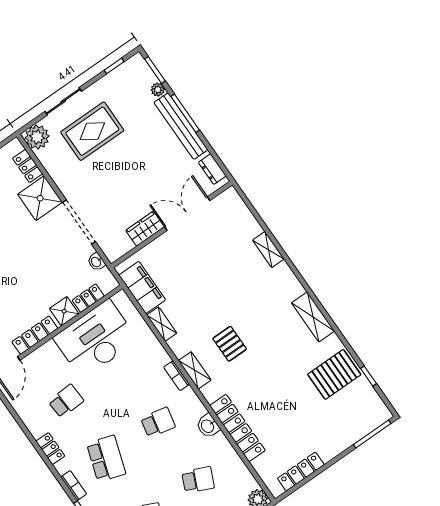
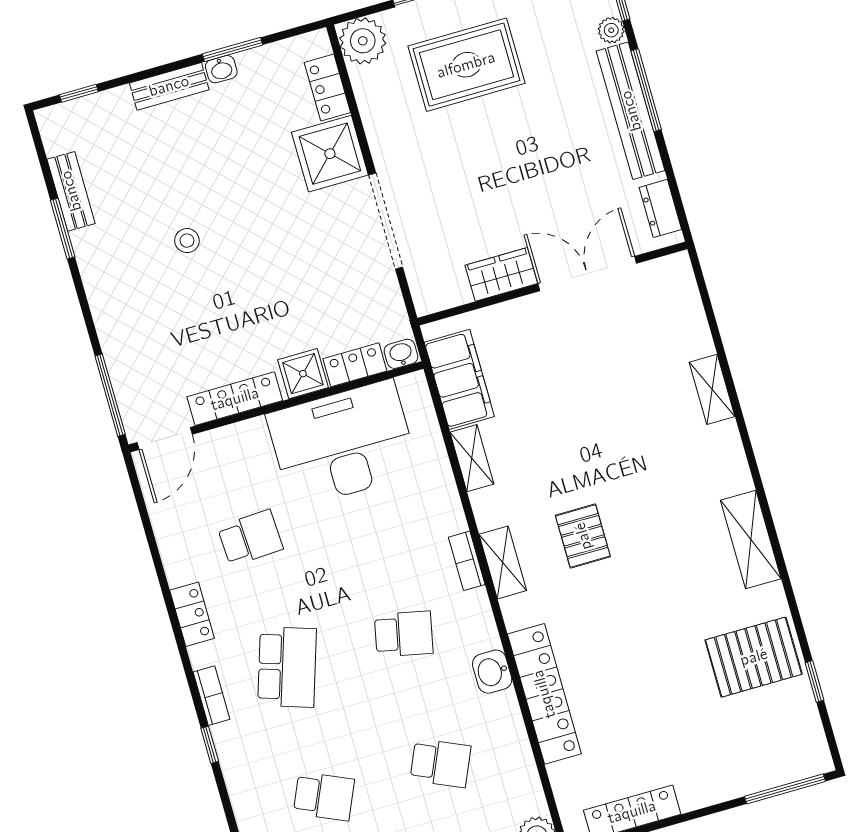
washbasin: (96, 262) -> (401, 354), moved, turned 90

